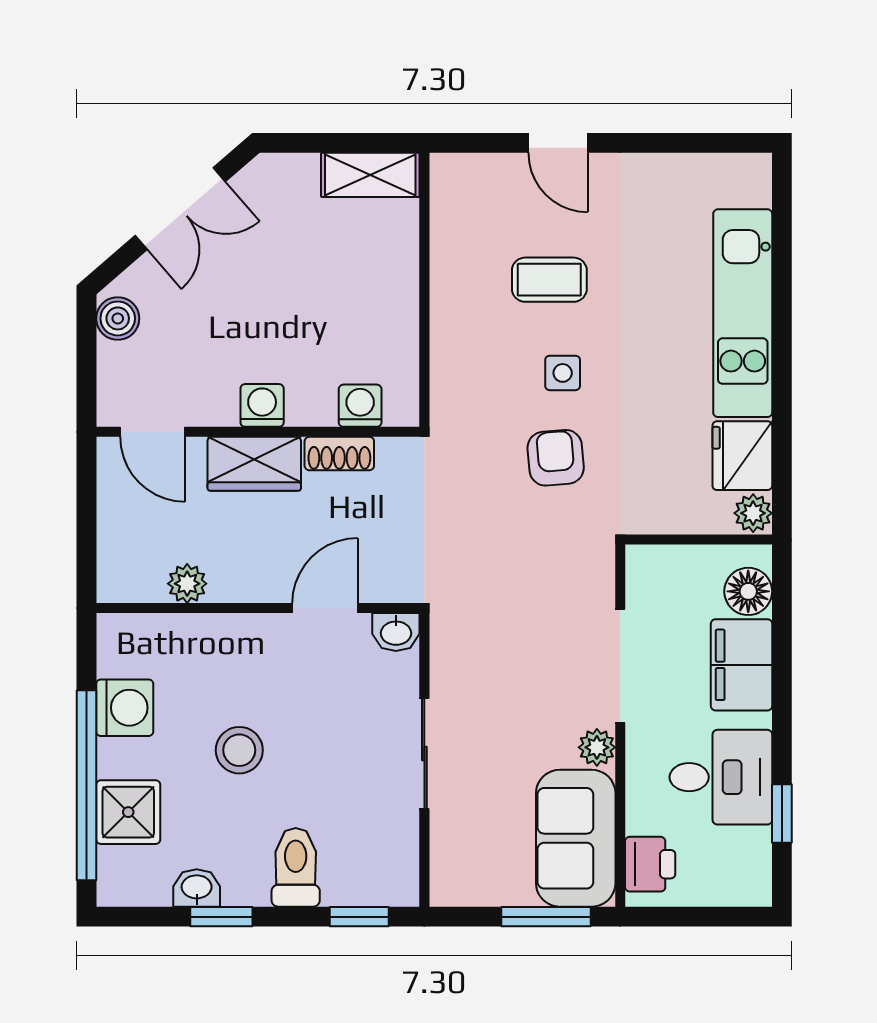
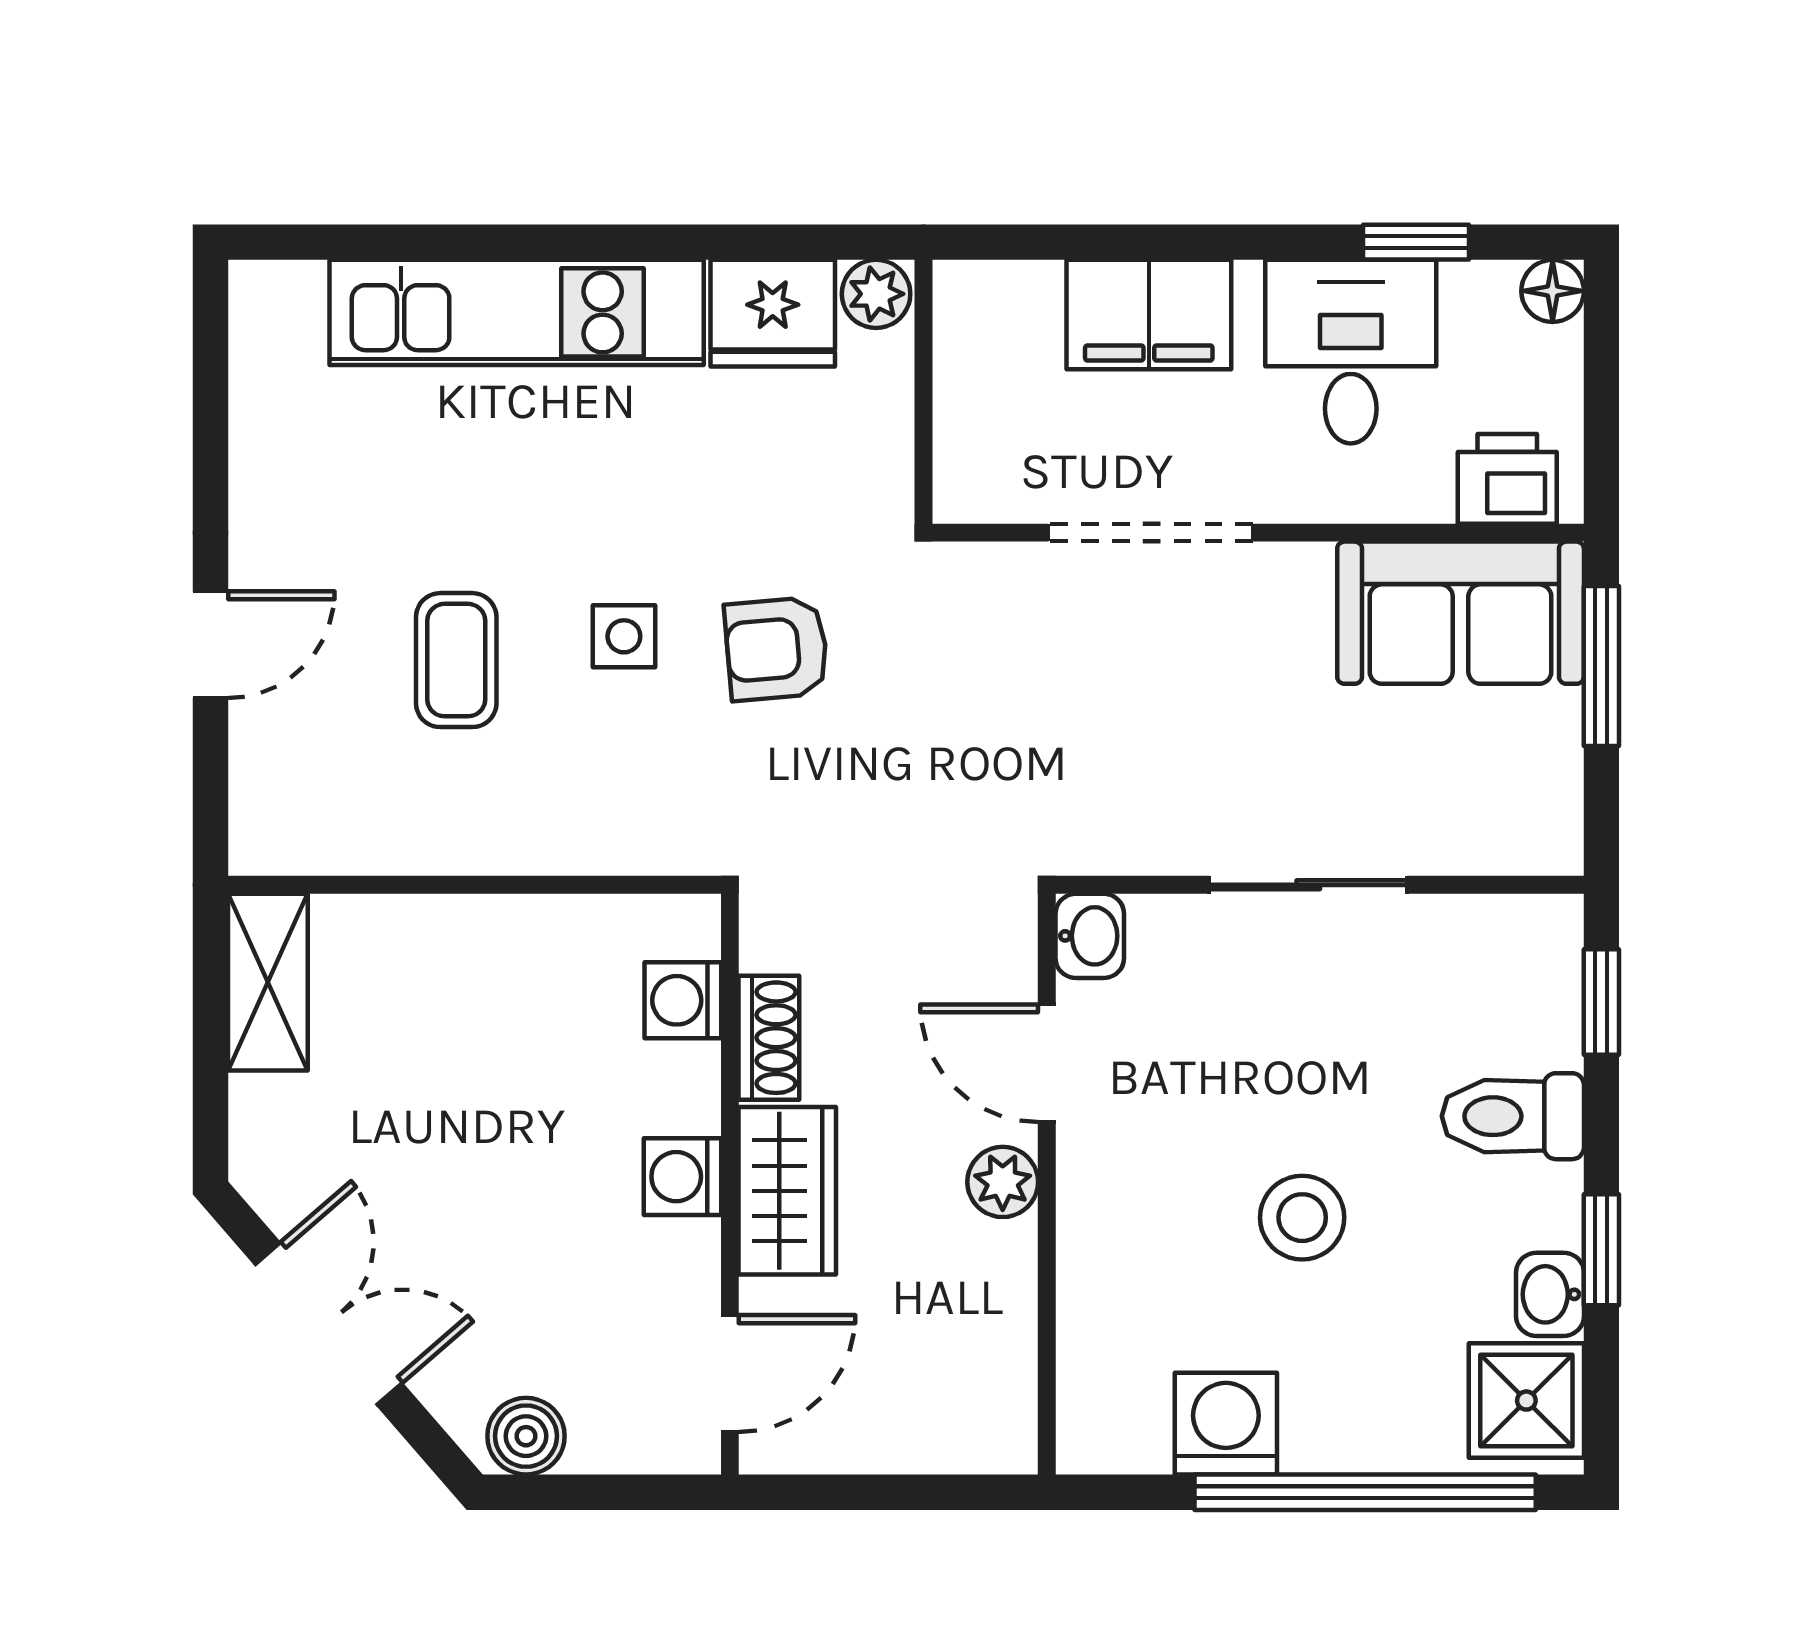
plant: (187, 584) -> (1003, 1182), moved
floor lamp: (748, 591) -> (1553, 291), moved, width x0.73, depth x0.73
plant: (597, 747) -> (1297, 575), removed
shower: (128, 812) -> (1526, 1401), moved

